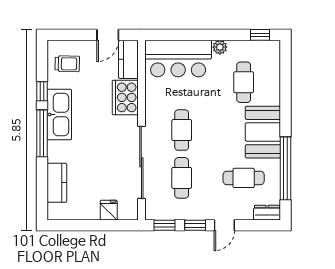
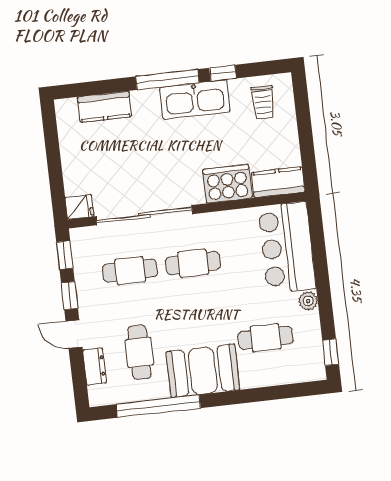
door: (108, 35) -> (307, 151), removed
fridge: (109, 210) -> (80, 207), moved
dresser: (267, 213) -> (95, 366), moved

